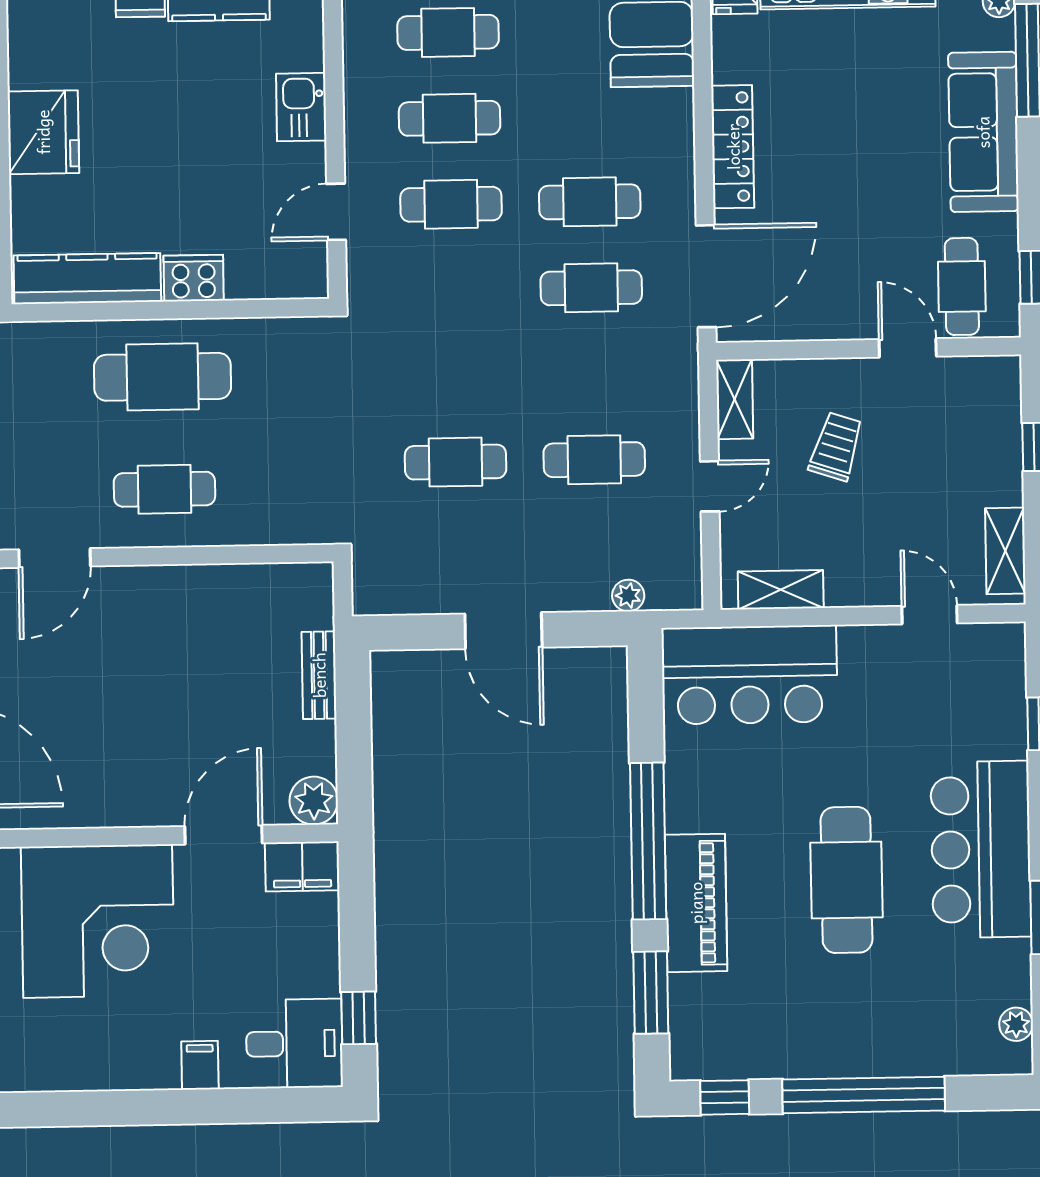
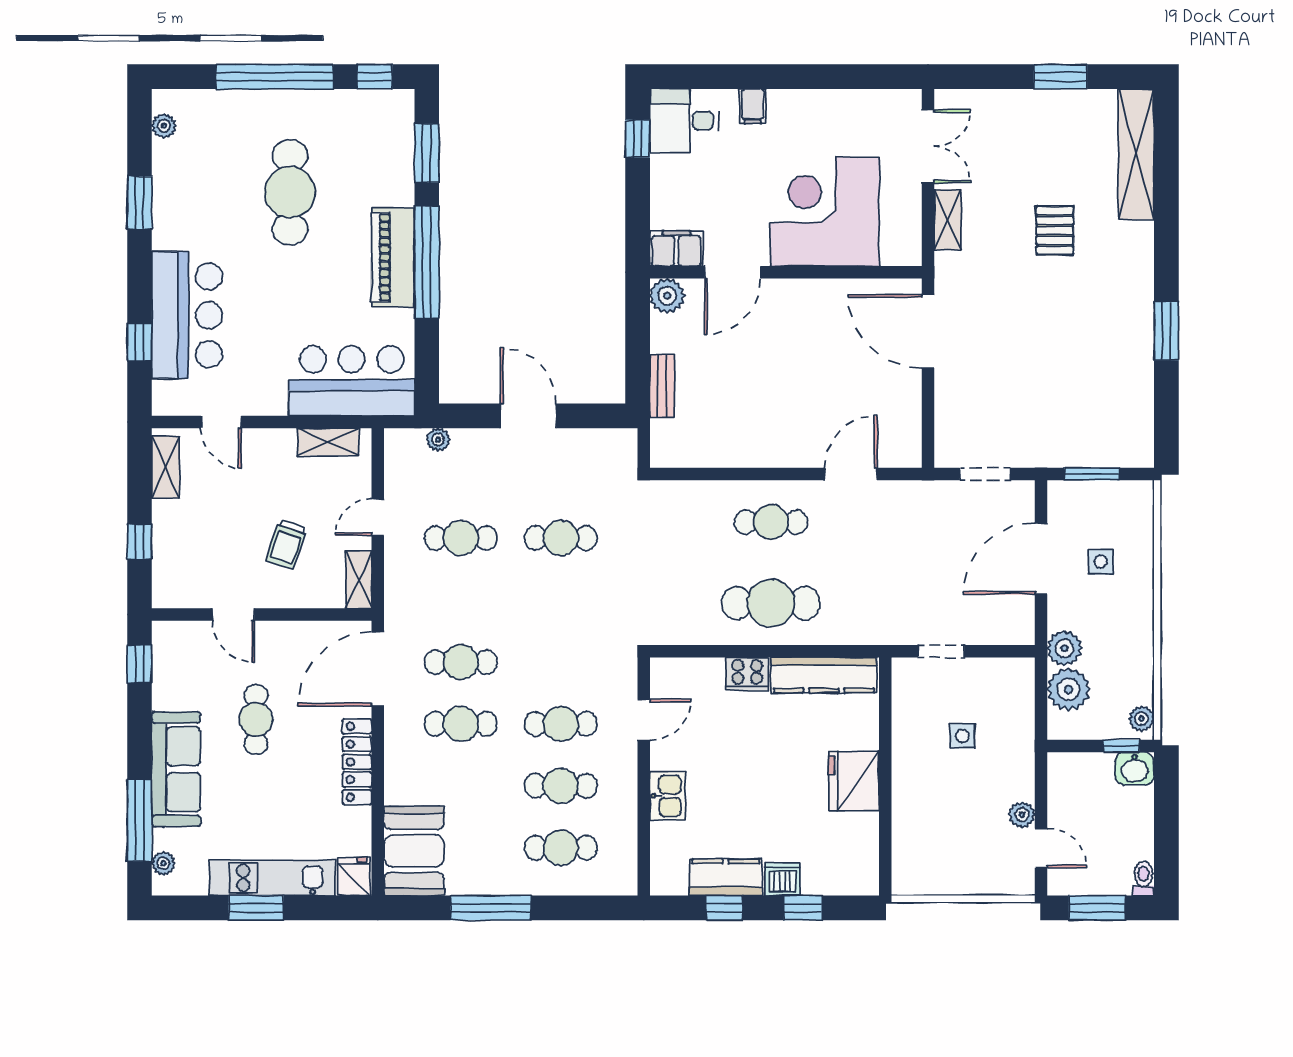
cafe table: (962, 286) -> (256, 720), moved
bar counter: (981, 849) -> (187, 315), moved
cafe table: (846, 880) -> (290, 192), moved
piano: (696, 903) -> (393, 257), moved

